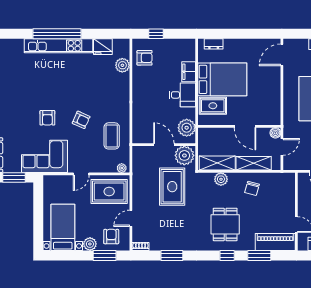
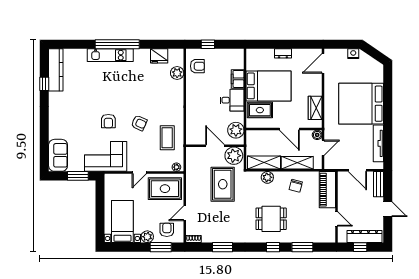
dresser: (214, 44) -> (283, 53), moved
kitchen unit: (59, 46) -> (110, 55), width x0.73
wardrobe: (273, 103) -> (315, 108), added
dining table: (225, 224) -> (271, 219), turned 90
piano: (275, 242) -> (327, 190), moved, turned -90

